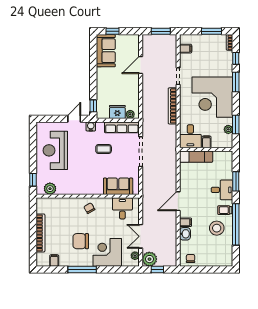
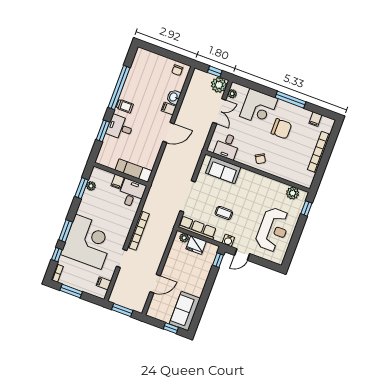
corner desk: (212, 97) -> (88, 242), moved
stool: (217, 228) -> (140, 91), removed

